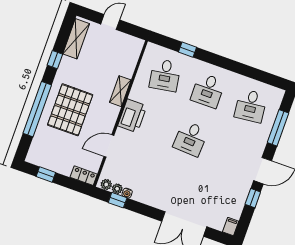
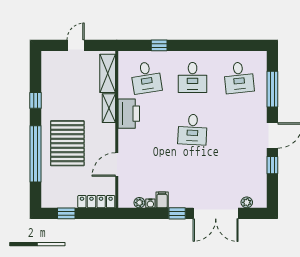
shelving: (76, 39) -> (108, 73), moved
printer: (132, 116) -> (129, 114), moved
locker: (84, 176) -> (96, 202), width x1.53
plant: (106, 184) -> (247, 202), moved
window: (118, 200) -> (177, 213), moved
filing cabinet: (231, 227) -> (162, 200), moved

